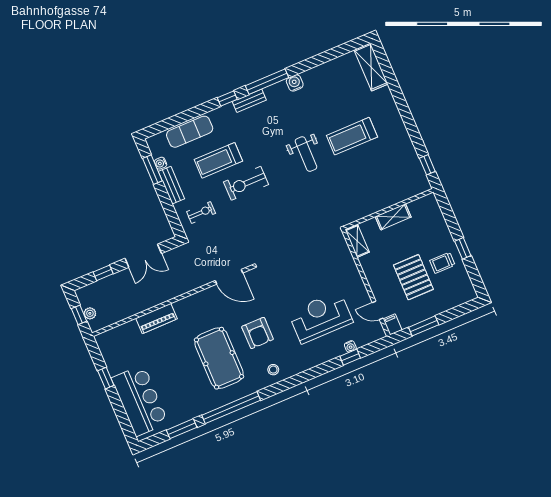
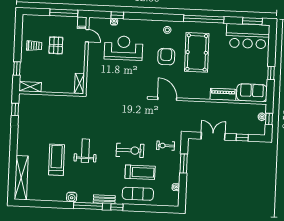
shelving: (371, 67) -> (21, 178), width x1.47
exercise mat: (190, 132) -> (138, 194), moved
treadmill: (352, 136) -> (56, 160), moved, turned -90
window: (152, 170) -> (184, 163), moved
bench: (171, 185) -> (176, 171), removed
shelving: (393, 217) -> (30, 87), moved
window: (463, 248) -> (17, 69), moved
pallet: (413, 277) -> (56, 45), width x0.67, depth x0.71
reception desk: (321, 317) -> (124, 48), turned 180
window: (424, 326) -> (64, 13), width x1.44
sofa: (119, 339) -> (252, 93), added
bar counter: (140, 401) -> (248, 36), moved, turned -90
window: (182, 429) -> (252, 21), moved

